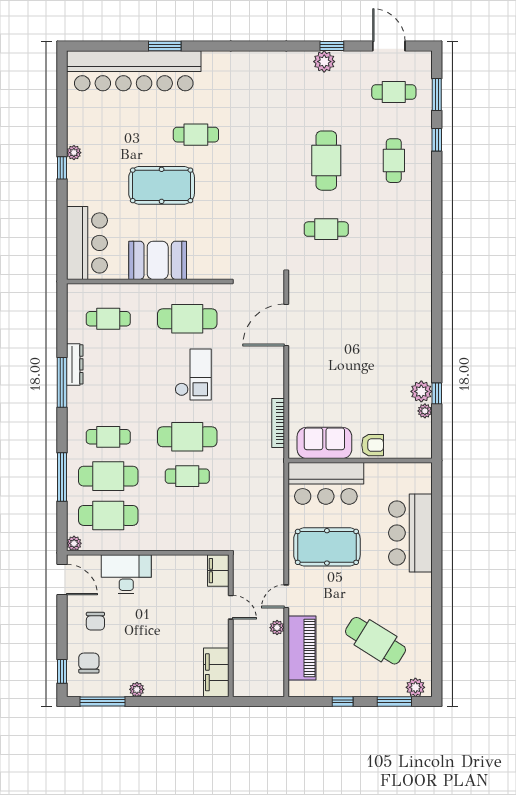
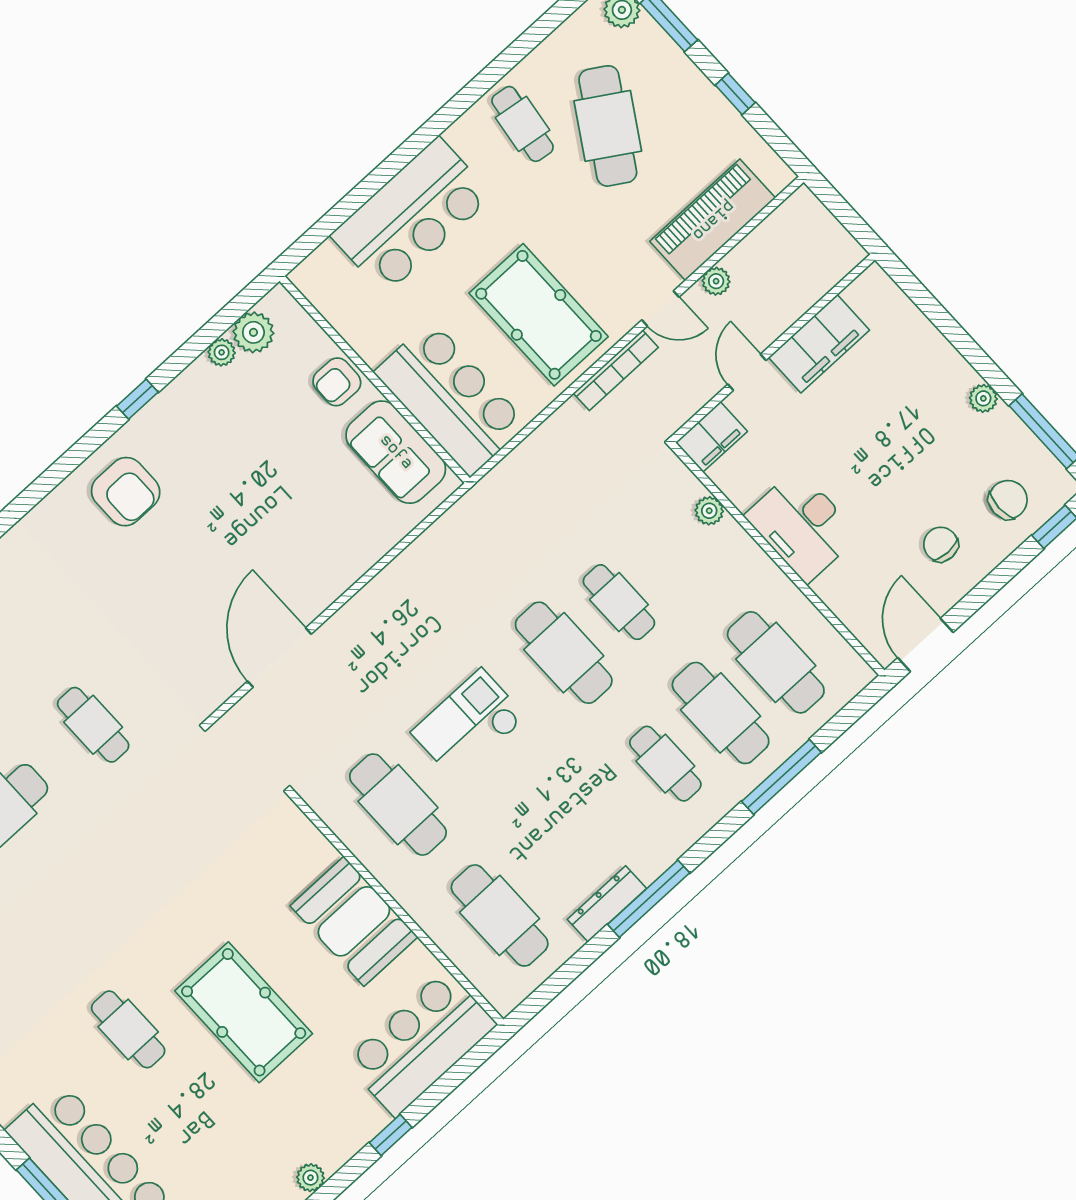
window: (62, 168) -> (391, 1135), moved
cafe table: (108, 319) -> (500, 915), width x1.37, depth x1.35
armchair: (405, 324) -> (126, 492), added
door: (286, 325) -> (279, 658), swing flipped
plant: (421, 391) -> (253, 332), moved
window: (437, 393) -> (137, 399), moved
bookcase: (278, 423) -> (616, 370), moved
armchair: (373, 445) -> (337, 382), turned -89
plant: (74, 543) -> (709, 511), moved
desk: (126, 574) -> (802, 525), moved
cafe table: (407, 608) -> (522, 124), added
chair: (95, 621) -> (941, 544), turned -90
chair: (89, 663) -> (1008, 500), turned 180
filing cabinet: (216, 672) -> (819, 344), moved

